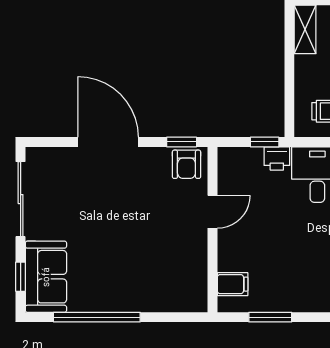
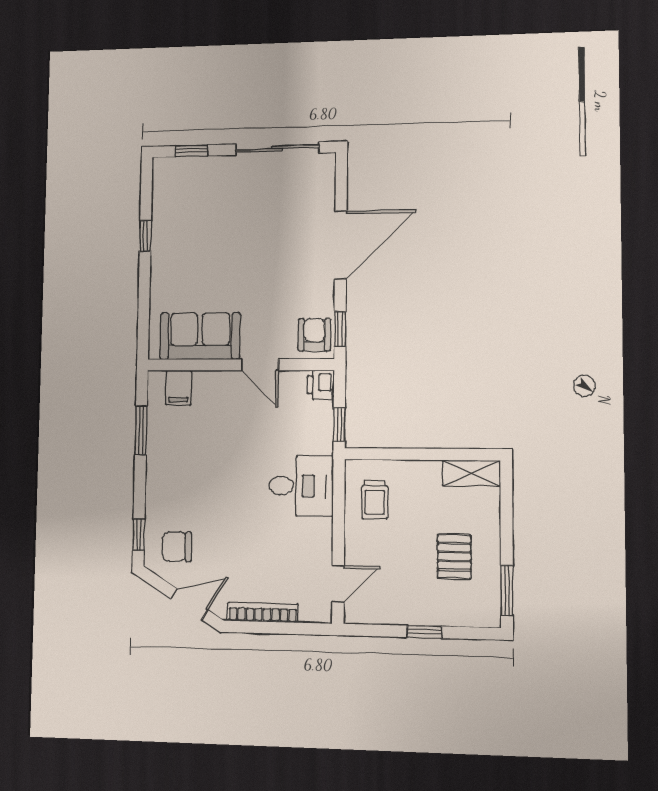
printer: (277, 158) -> (321, 385), moved
armchair: (186, 164) -> (314, 335), turned 90
sofa: (46, 277) -> (200, 336), moved, turned 180
window: (97, 317) -> (145, 236), width x0.32

